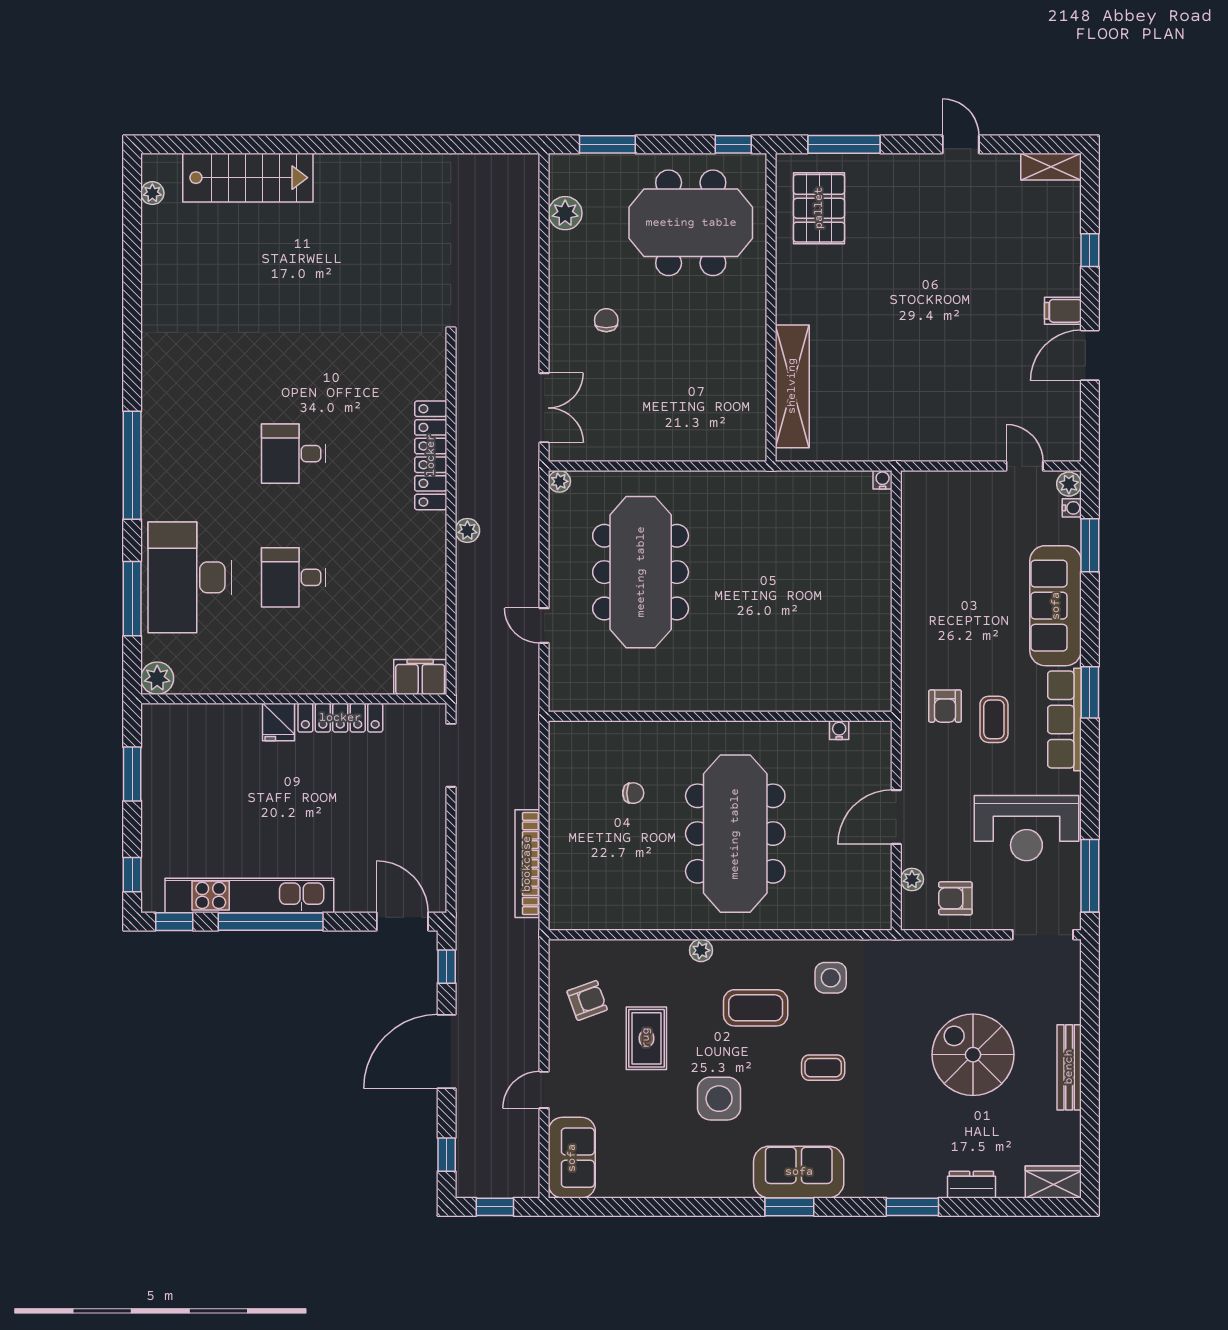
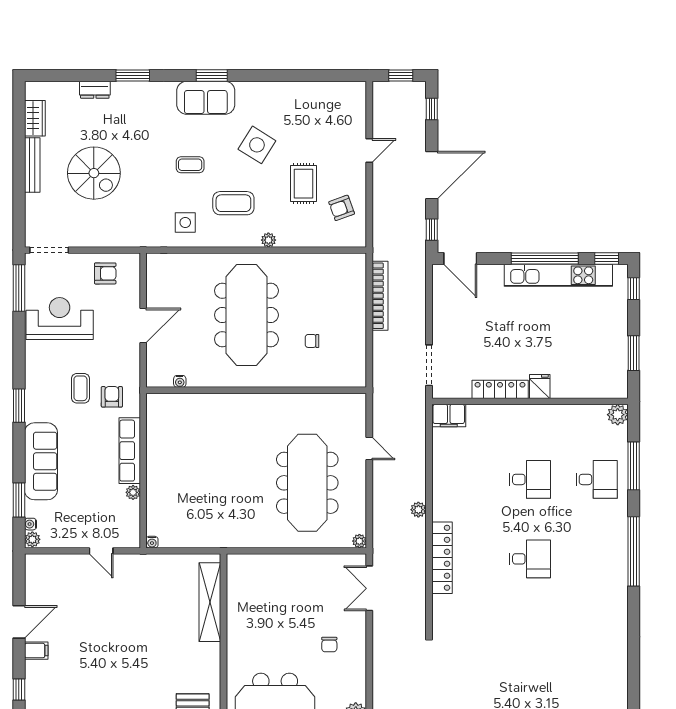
door: (1025, 466) -> (101, 551), moved
desk: (190, 577) -> (597, 479), width x0.53, depth x0.77
row of seats: (1064, 719) -> (130, 451), moved, turned 180
plant: (912, 879) -> (133, 492), moved
side table: (719, 1099) -> (257, 145), turned 32
sofa: (572, 1158) -> (351, 107), removed
wardrobe: (1053, 1182) -> (35, 118), moved, turned -90

